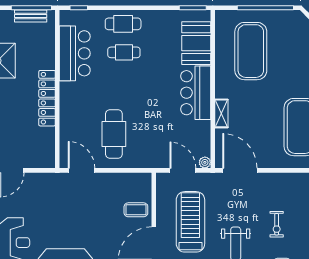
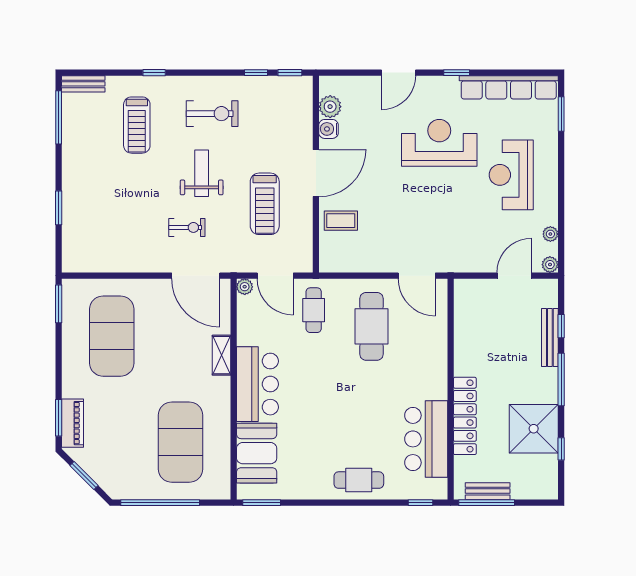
cafe table: (124, 52) -> (314, 310), moved, turned 90
locker: (47, 98) -> (465, 416), moved
treadmill: (190, 222) -> (265, 204), width x0.73, depth x0.73
exercise bike: (277, 224) -> (187, 227), moved, turned 90

